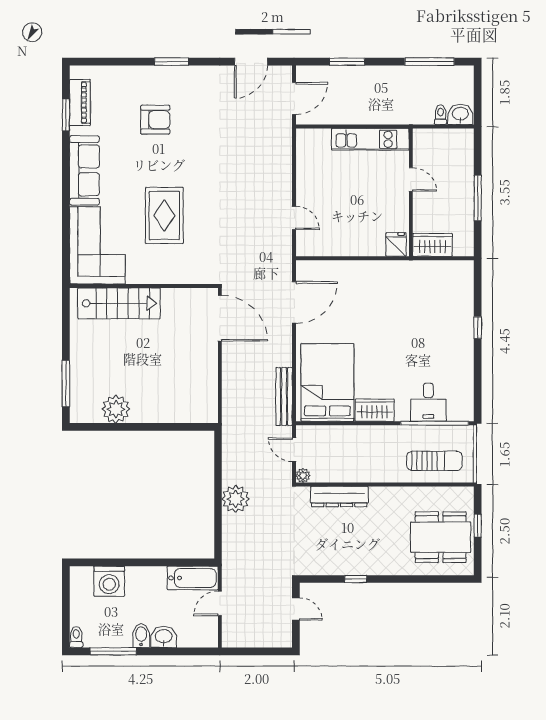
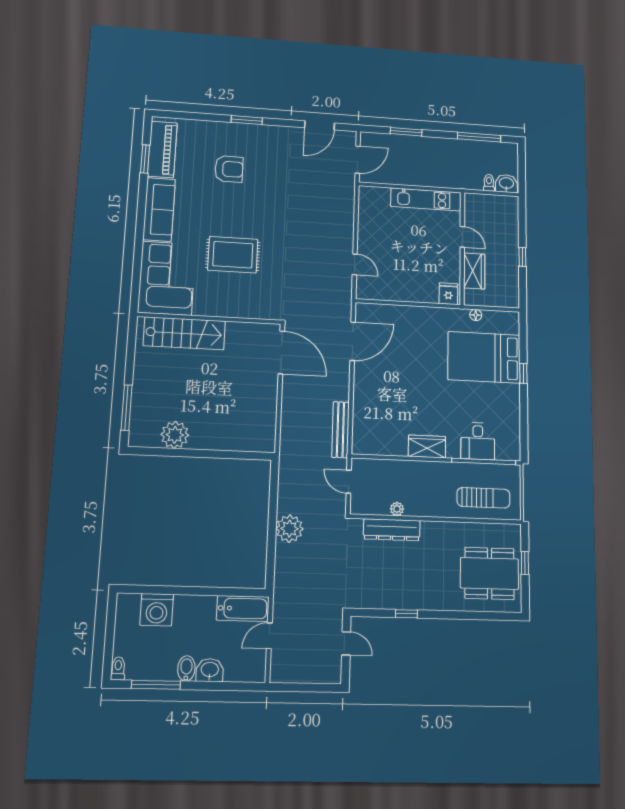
piano: (80, 103) -> (162, 149), width x1.37, depth x1.33
window: (478, 198) -> (522, 257), width x0.46
rug: (164, 215) -> (233, 255), turned 90
wardrobe: (432, 245) -> (474, 271), moved, turned 90
floor lamp: (426, 266) -> (476, 315), added
bed: (327, 382) -> (484, 357), moved, turned -90
plant: (303, 475) -> (397, 509), moved

